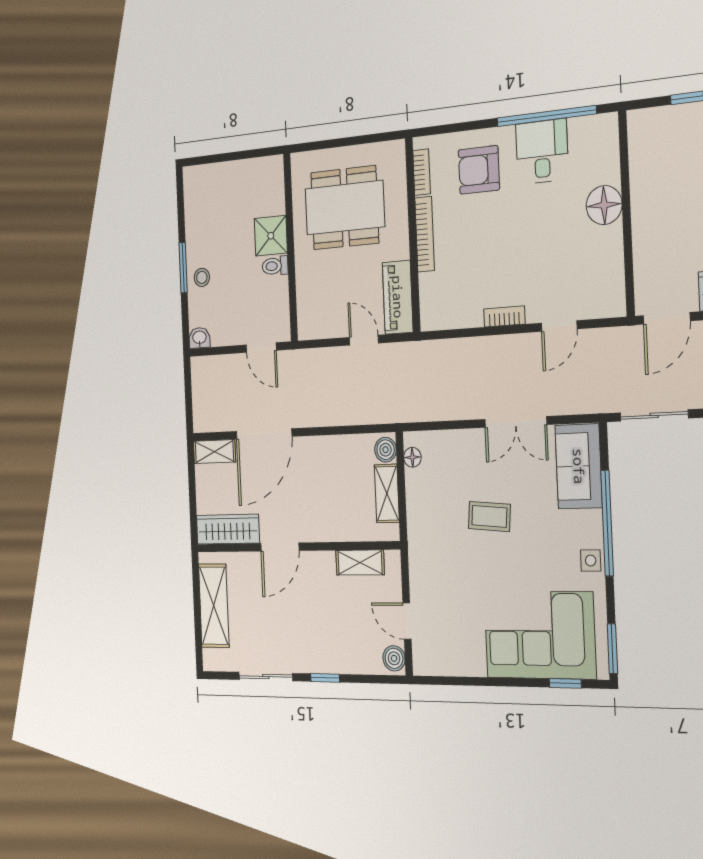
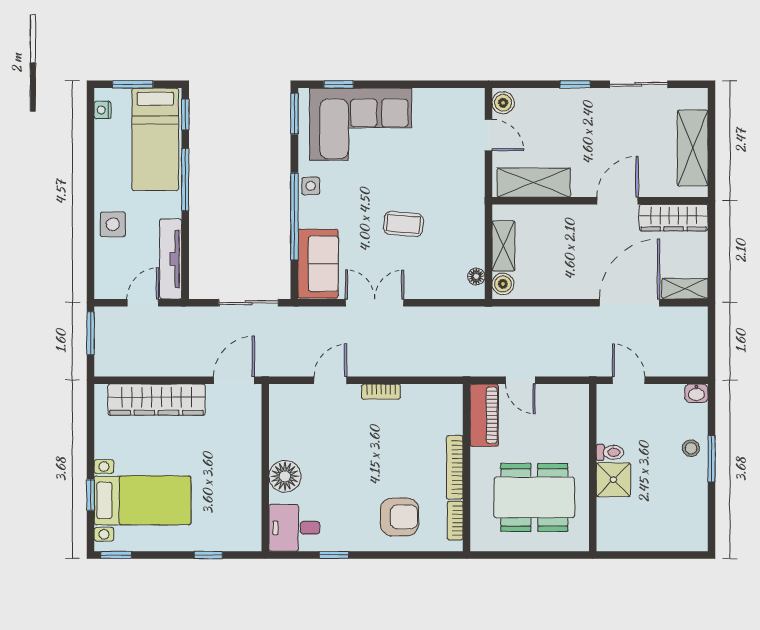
window: (546, 116) -> (334, 555), width x0.32
desk: (542, 152) -> (294, 528), moved, turned 90
shelving: (360, 562) -> (534, 183), width x1.50, depth x1.33

